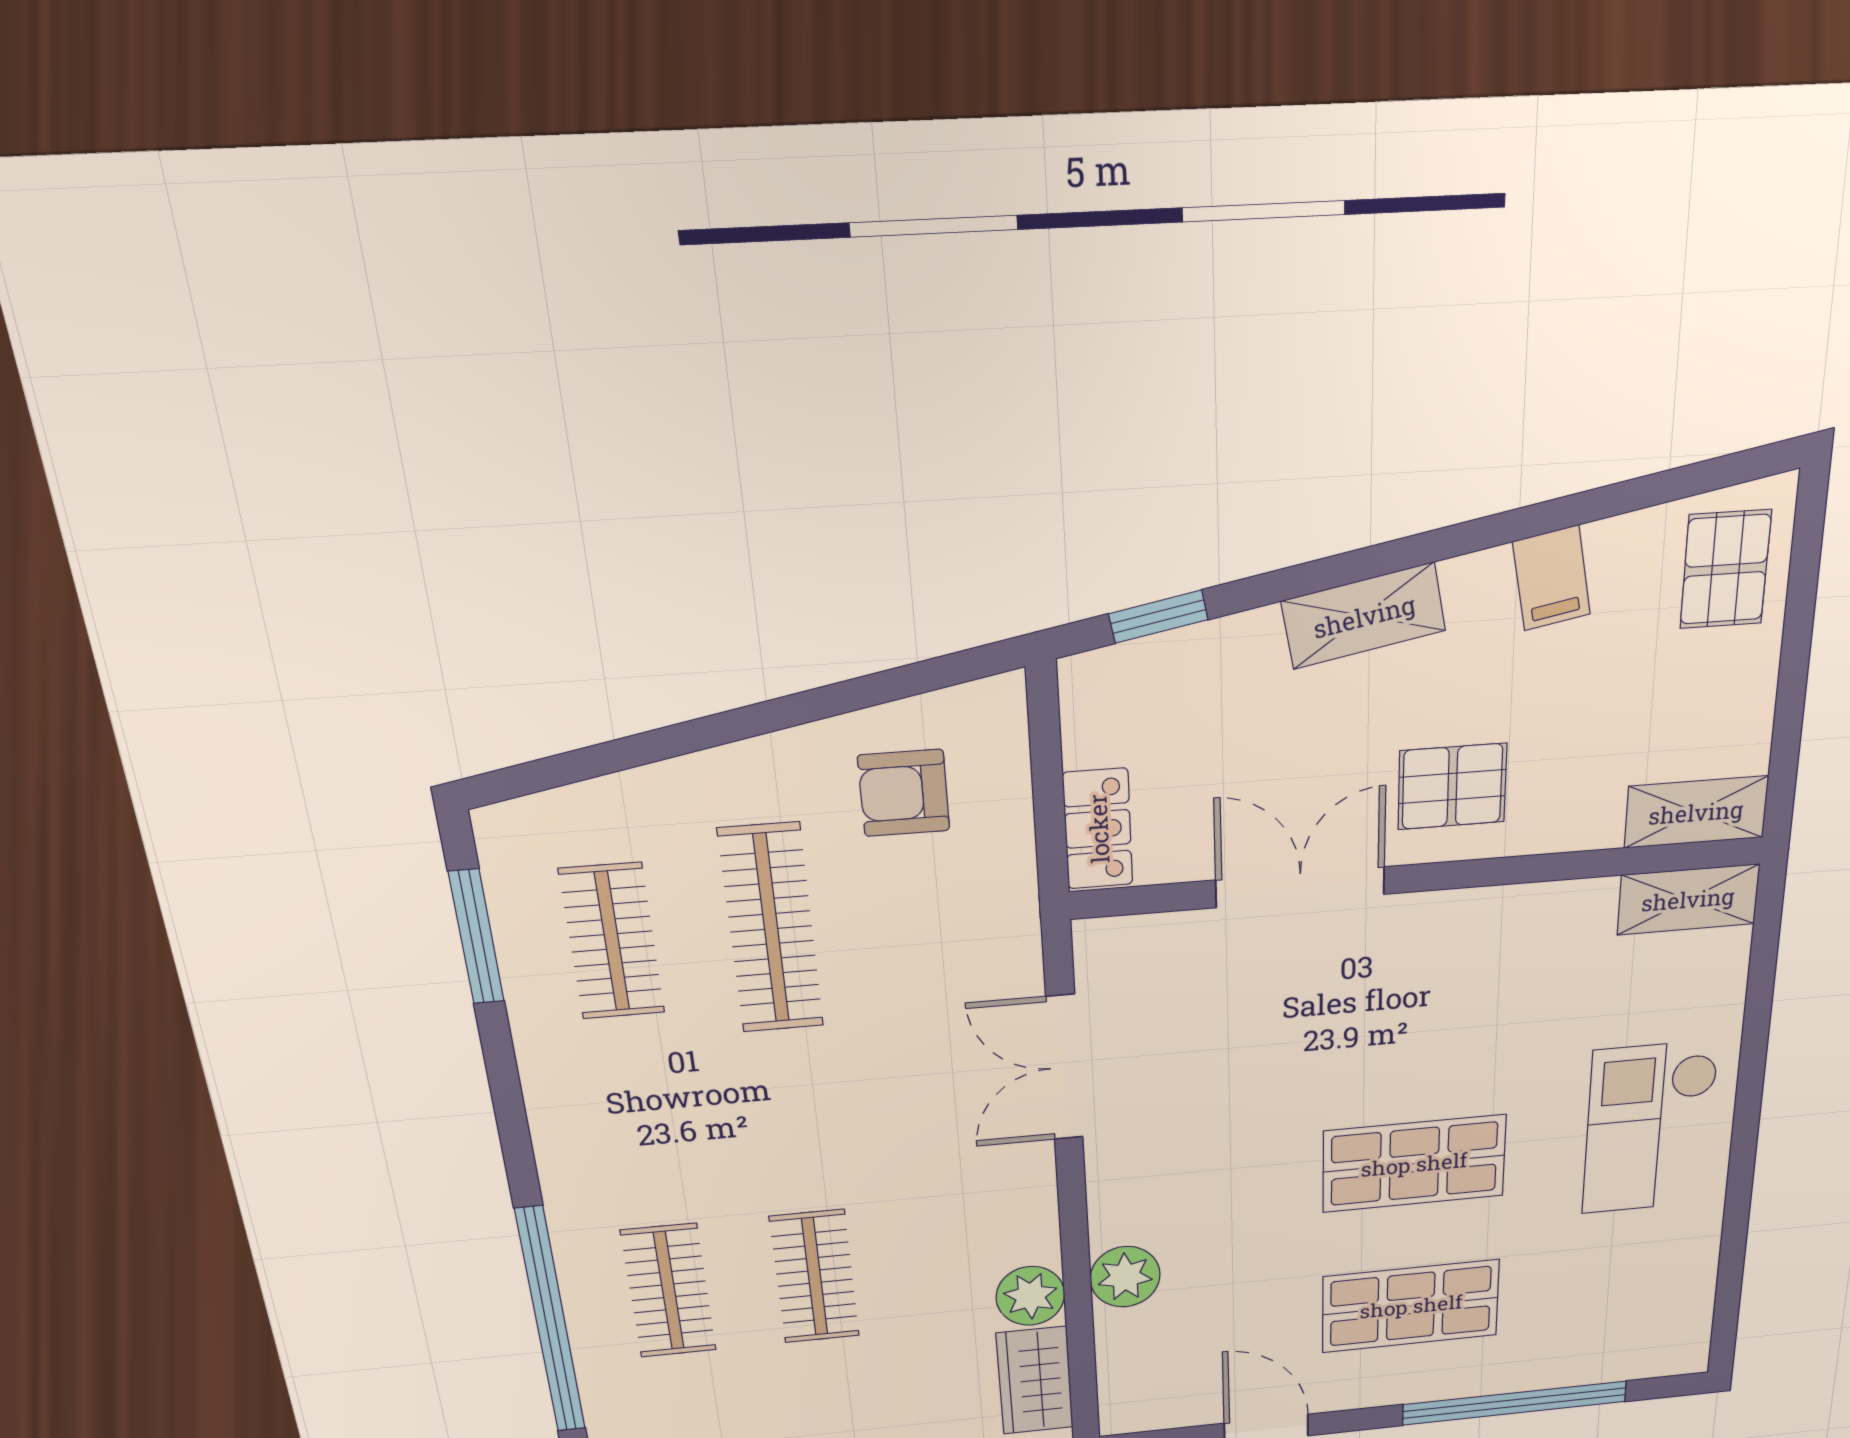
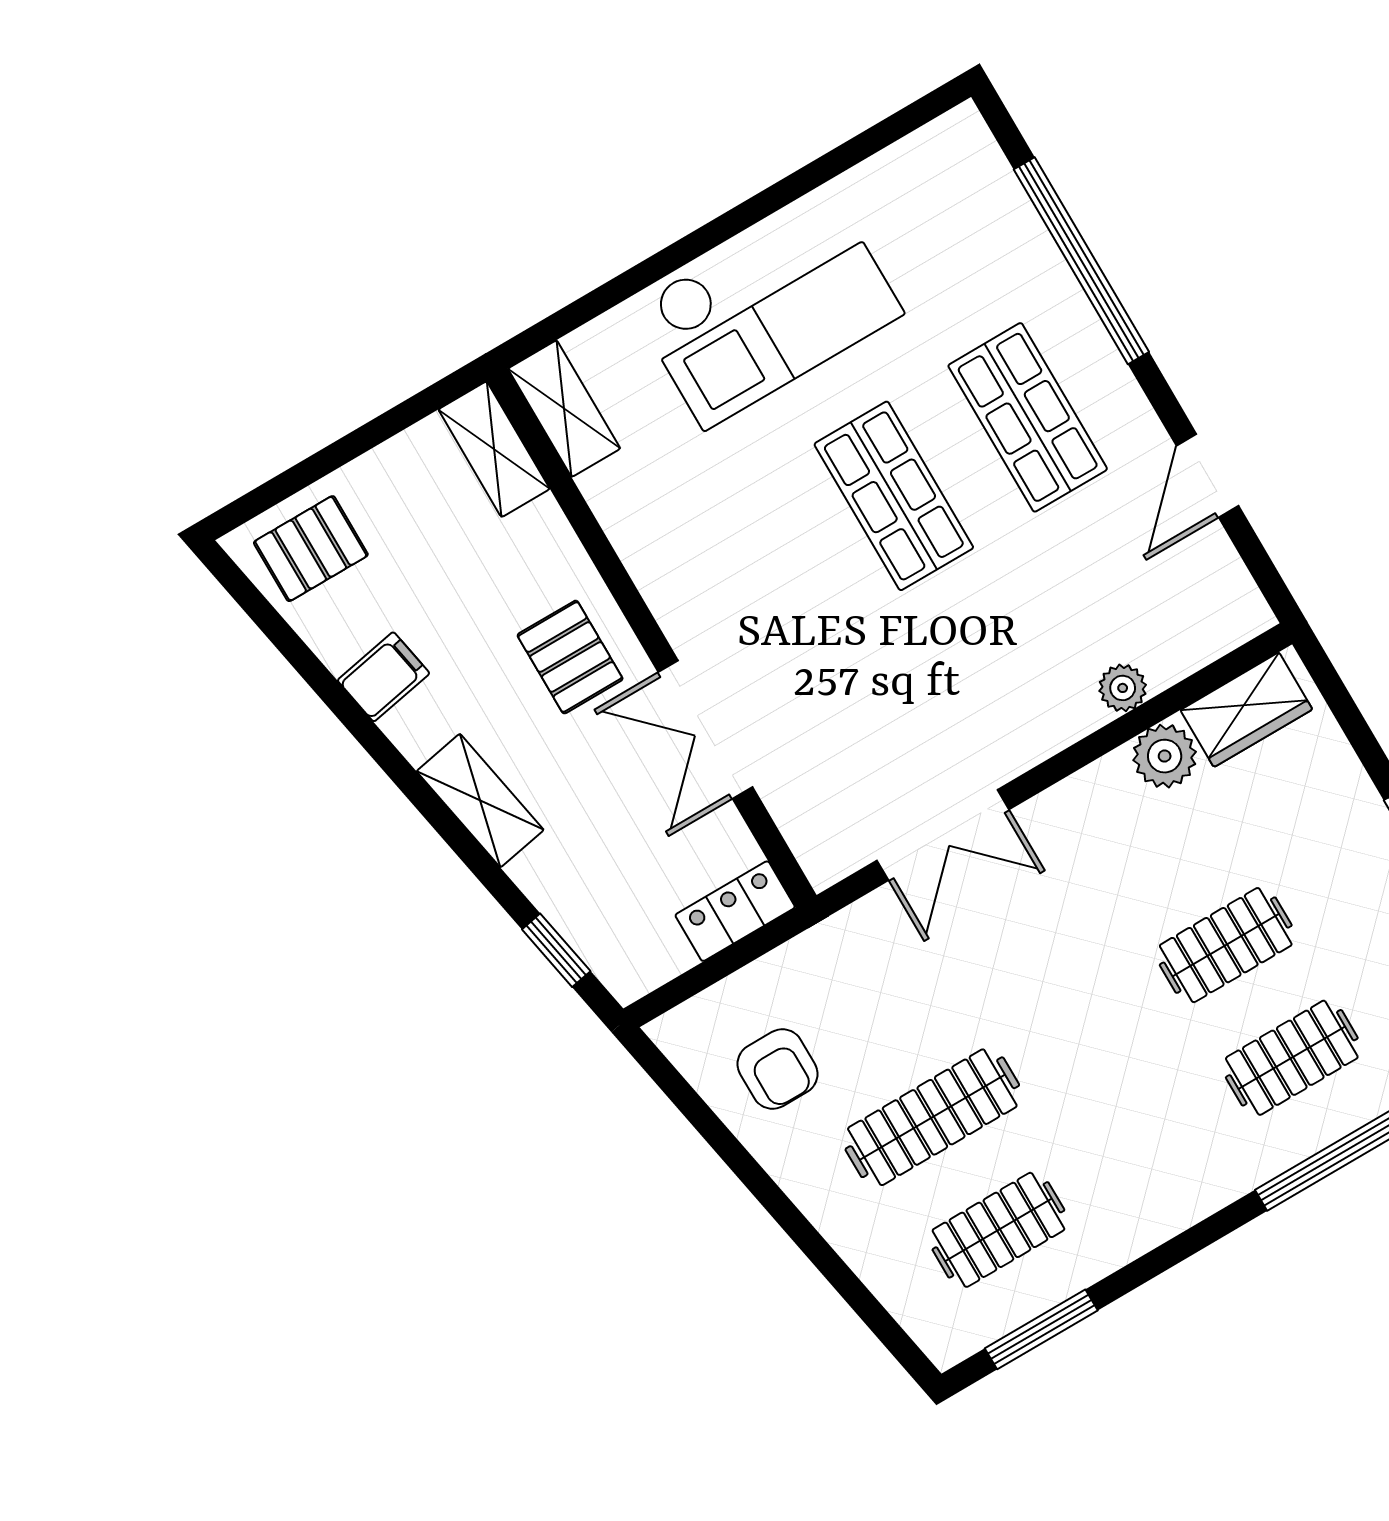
checkout: (1650, 1128) -> (768, 310), width x1.36, depth x1.21
plant: (1125, 1277) -> (1123, 688), width x0.73, depth x0.73

